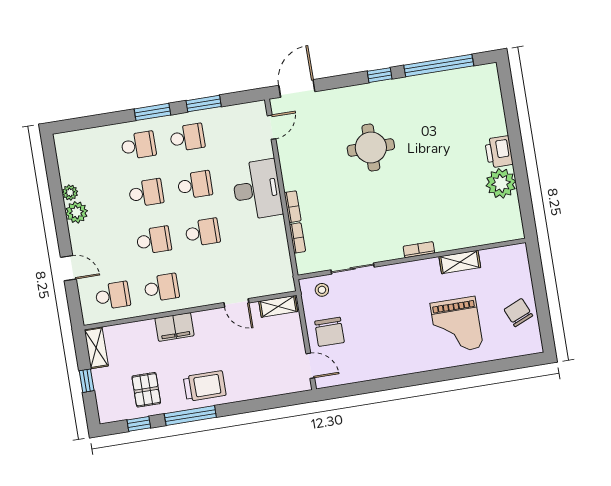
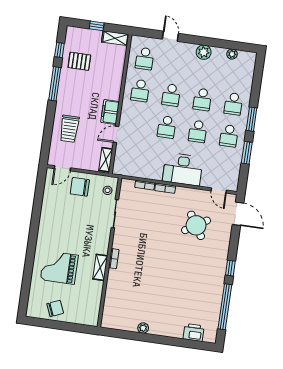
round table: (371, 148) -> (196, 225), moved, turned -32
printer: (499, 152) -> (194, 332), moved
plant: (501, 183) -> (143, 328), width x0.53, depth x0.53
plant: (70, 192) -> (232, 54), moved
shelving: (460, 262) -> (100, 267), moved
door: (68, 268) -> (170, 36), swing flipped
filing cabinet: (174, 327) -> (110, 112), moved
trolley: (205, 386) -> (69, 129), moved

